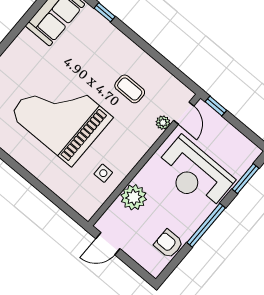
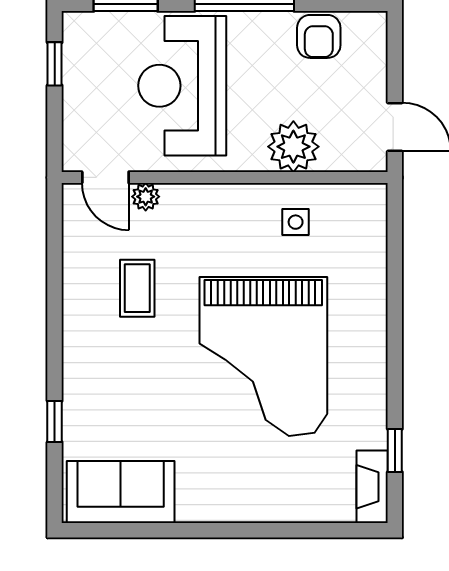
window: (216, 106) -> (55, 64), moved
door: (184, 113) -> (105, 177), swing flipped
reception desk: (194, 174) -> (182, 86), turned 180

